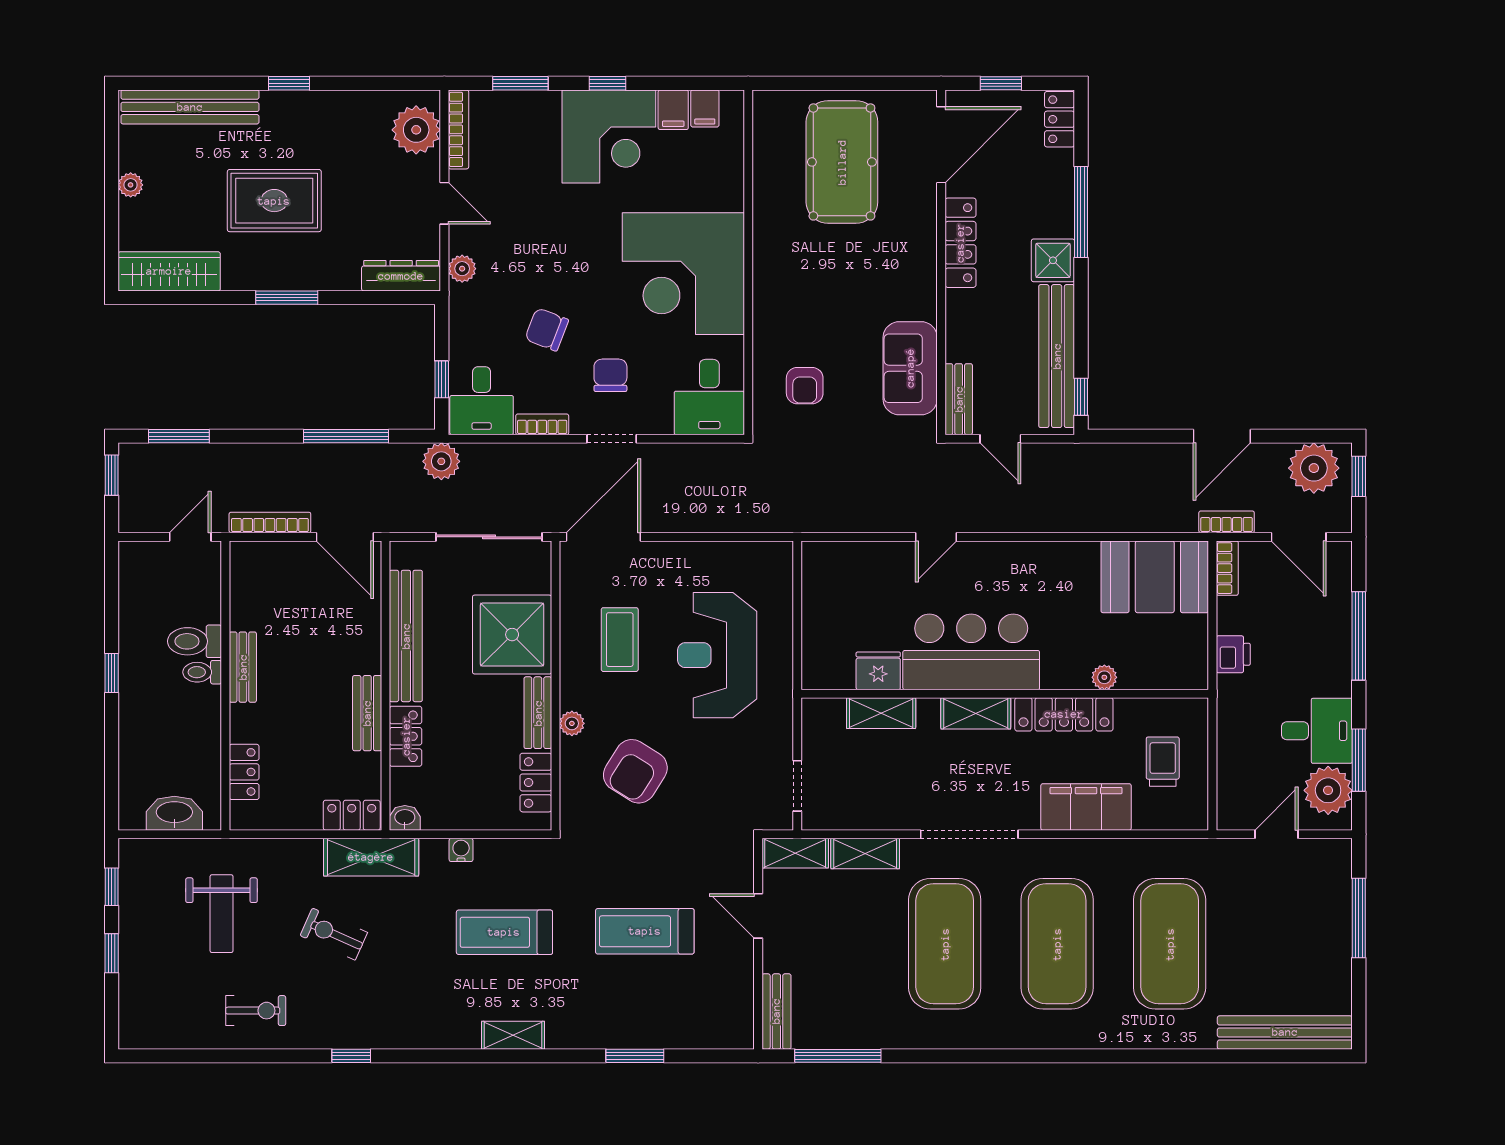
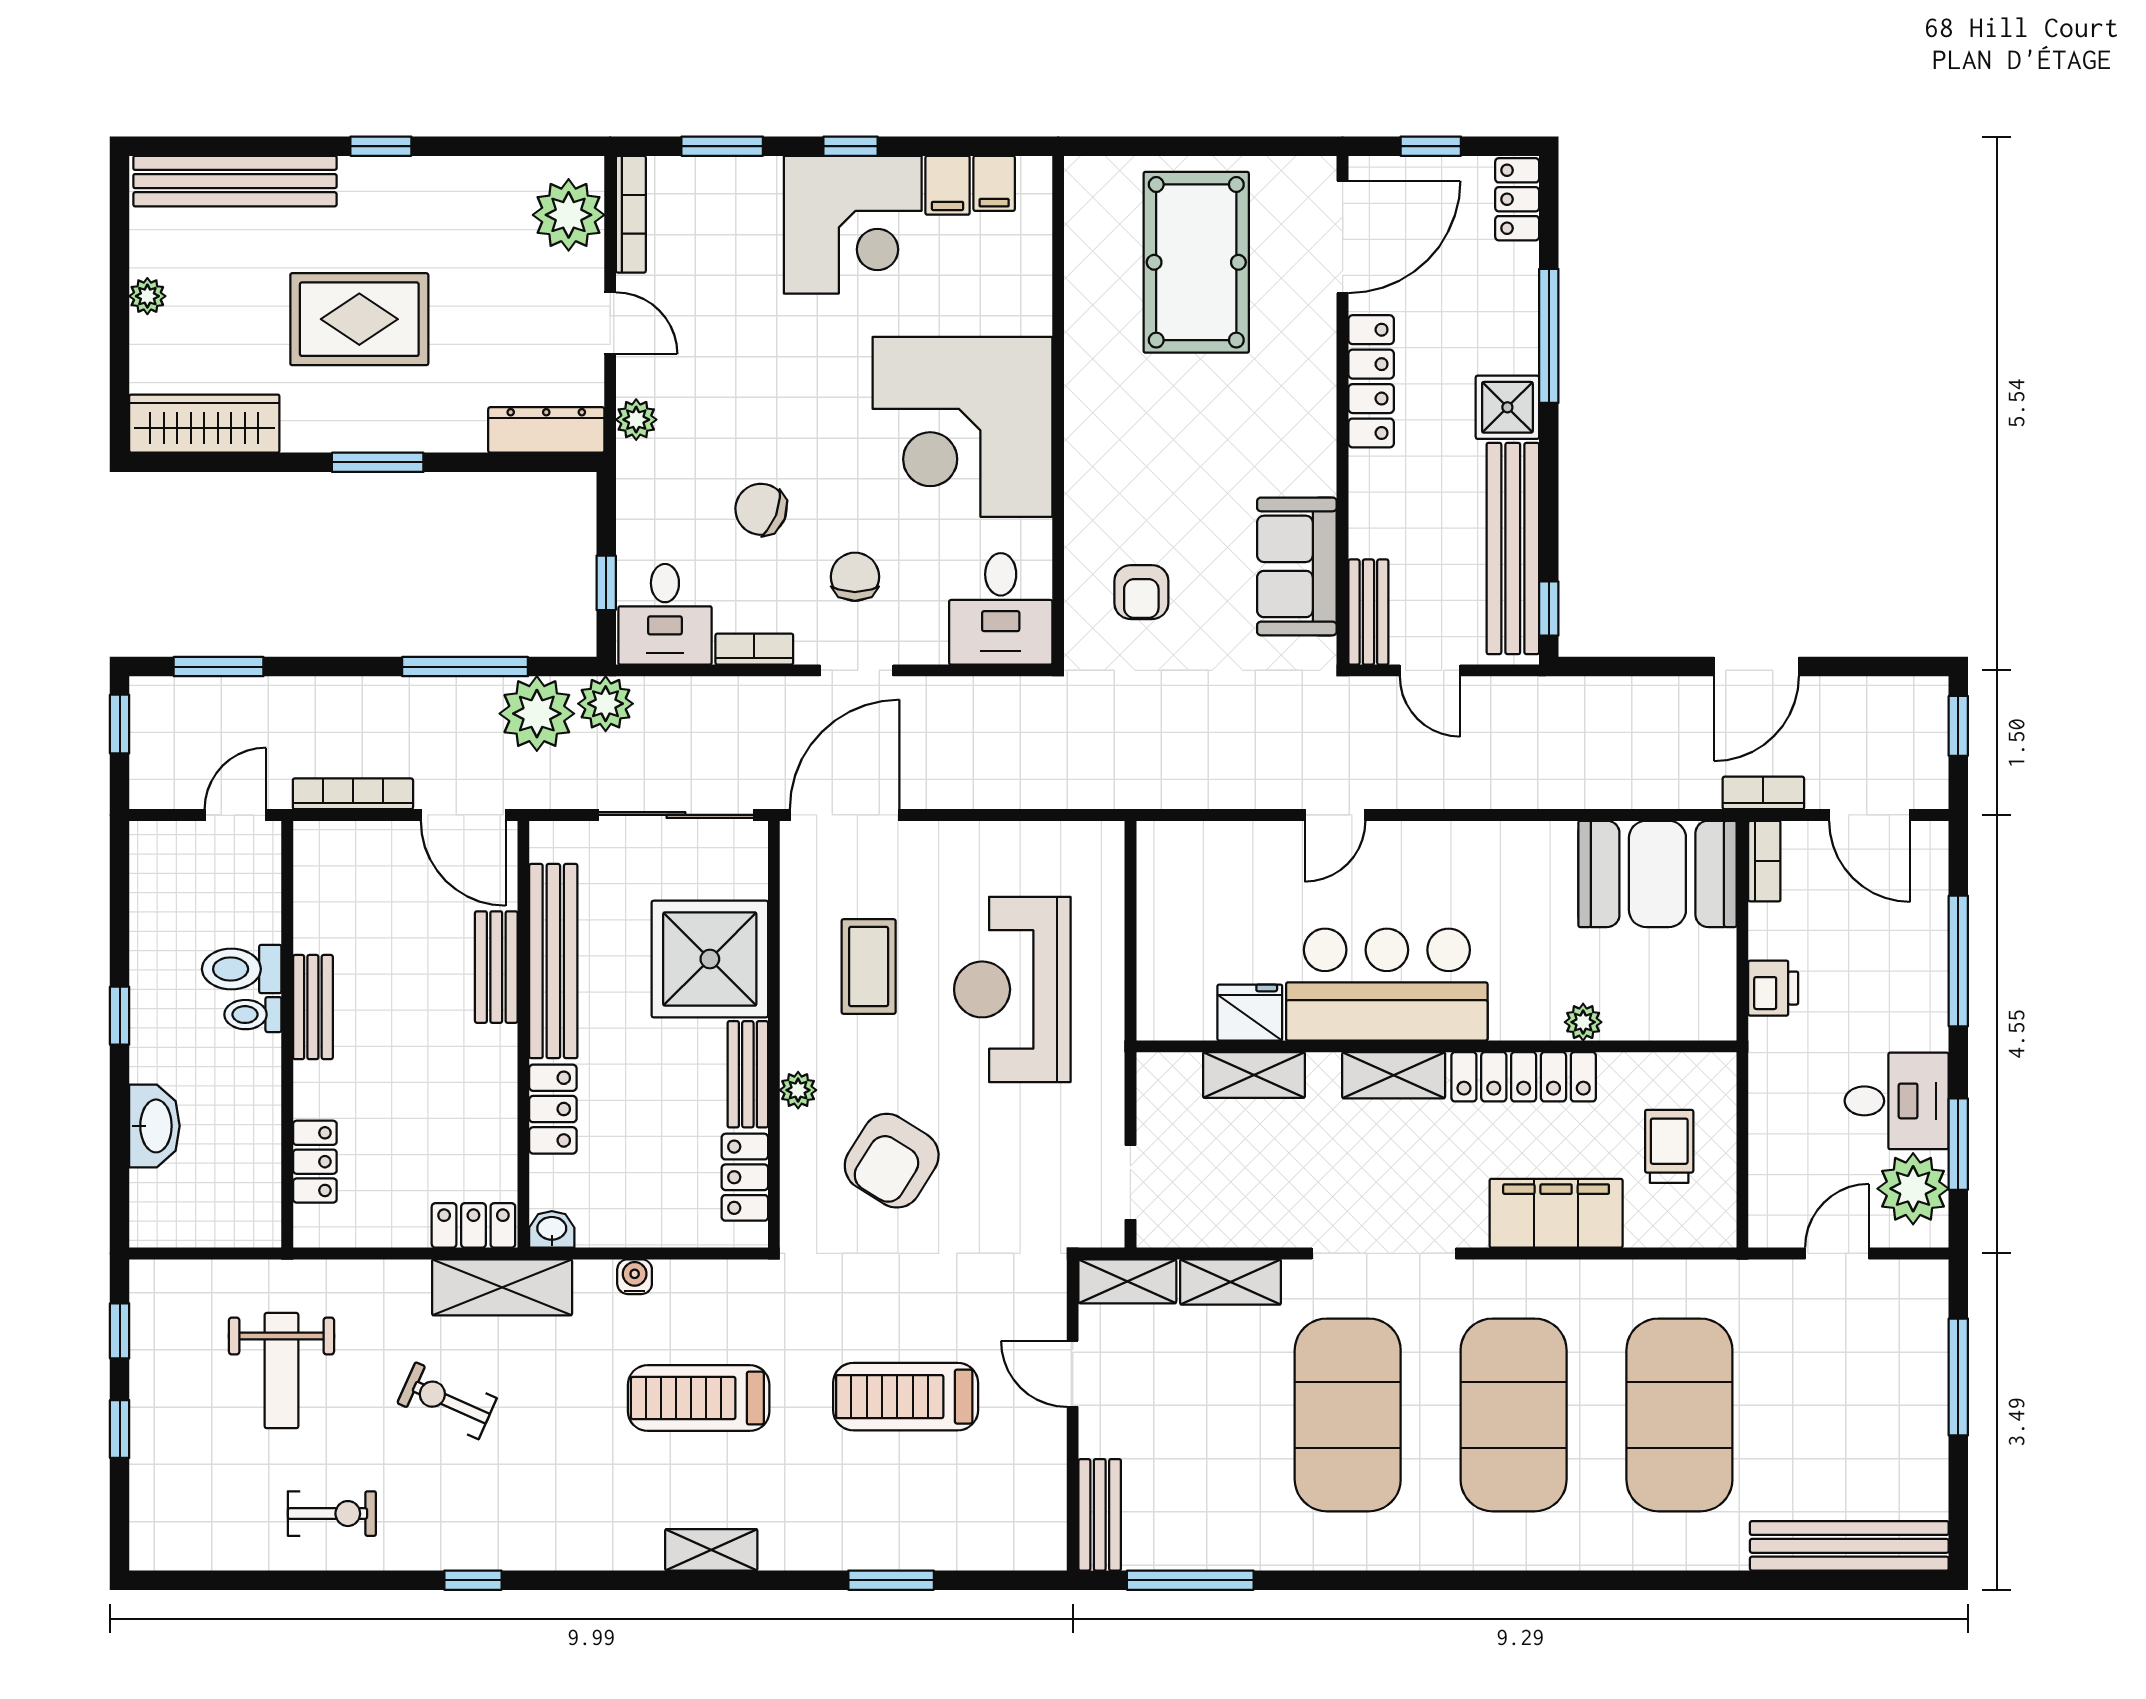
plant: (1314, 468) -> (537, 714), moved
bench: (367, 713) -> (496, 967), moved
washbasin: (174, 813) -> (154, 1126), moved, turned 90

